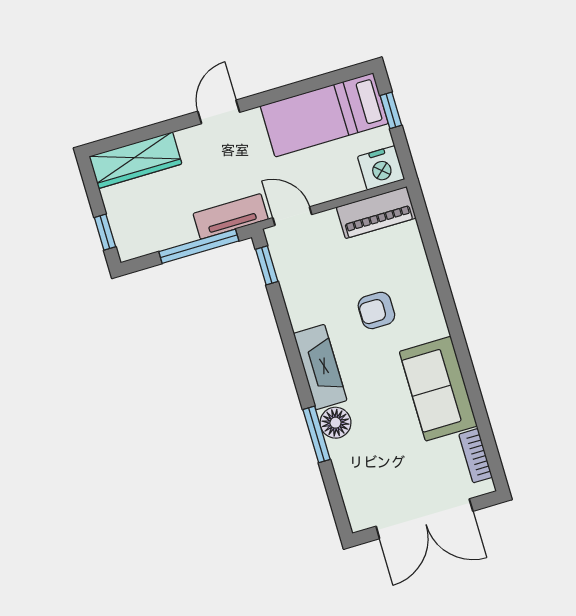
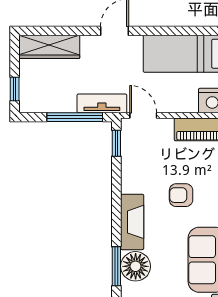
floor lamp: (335, 423) -> (136, 266), width x1.38, depth x1.38

